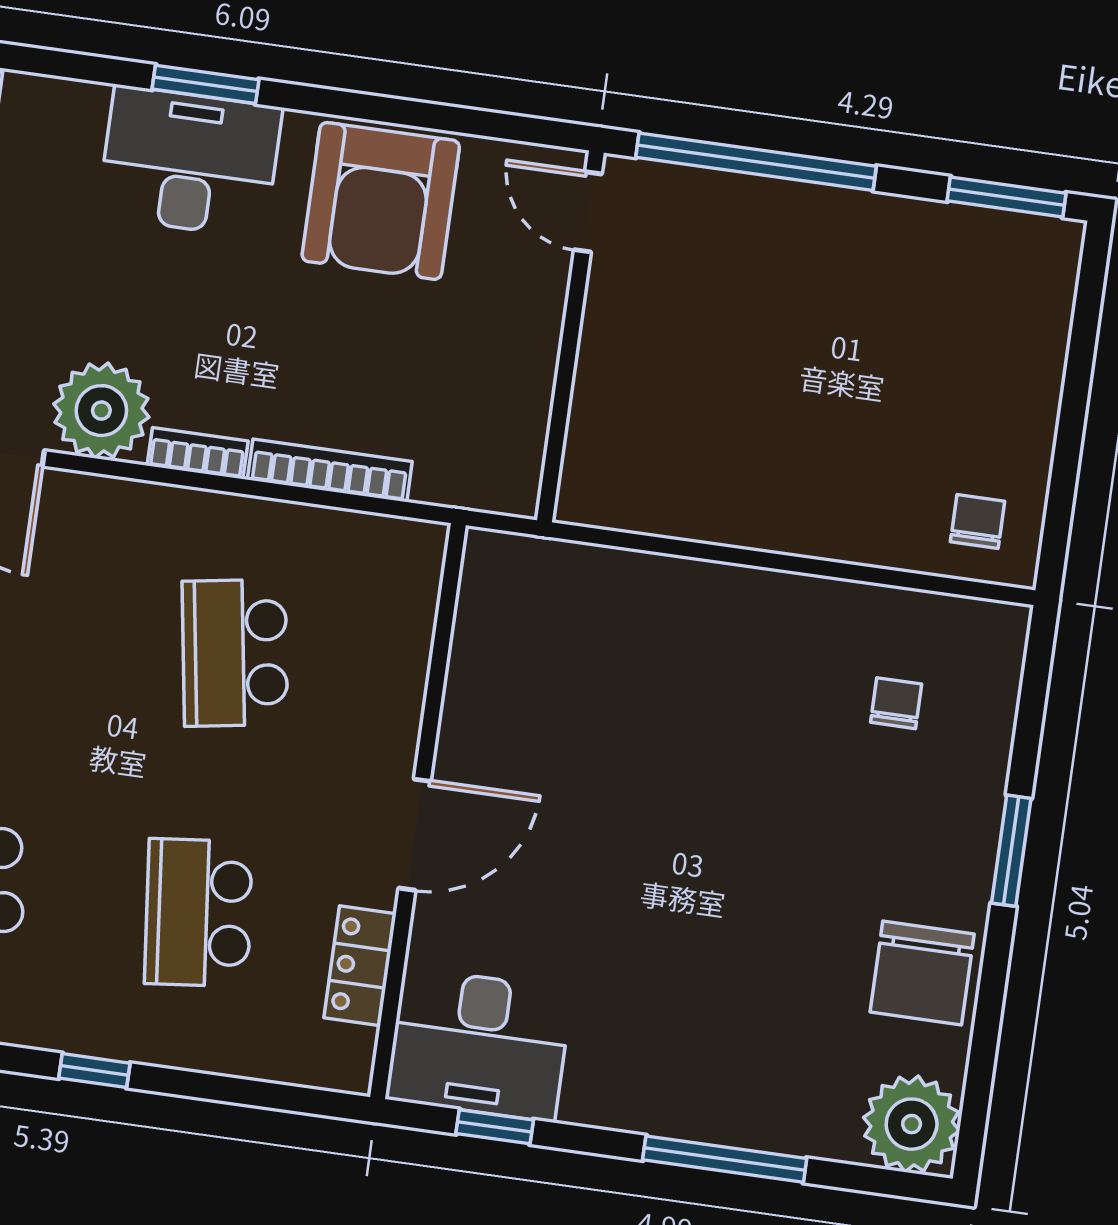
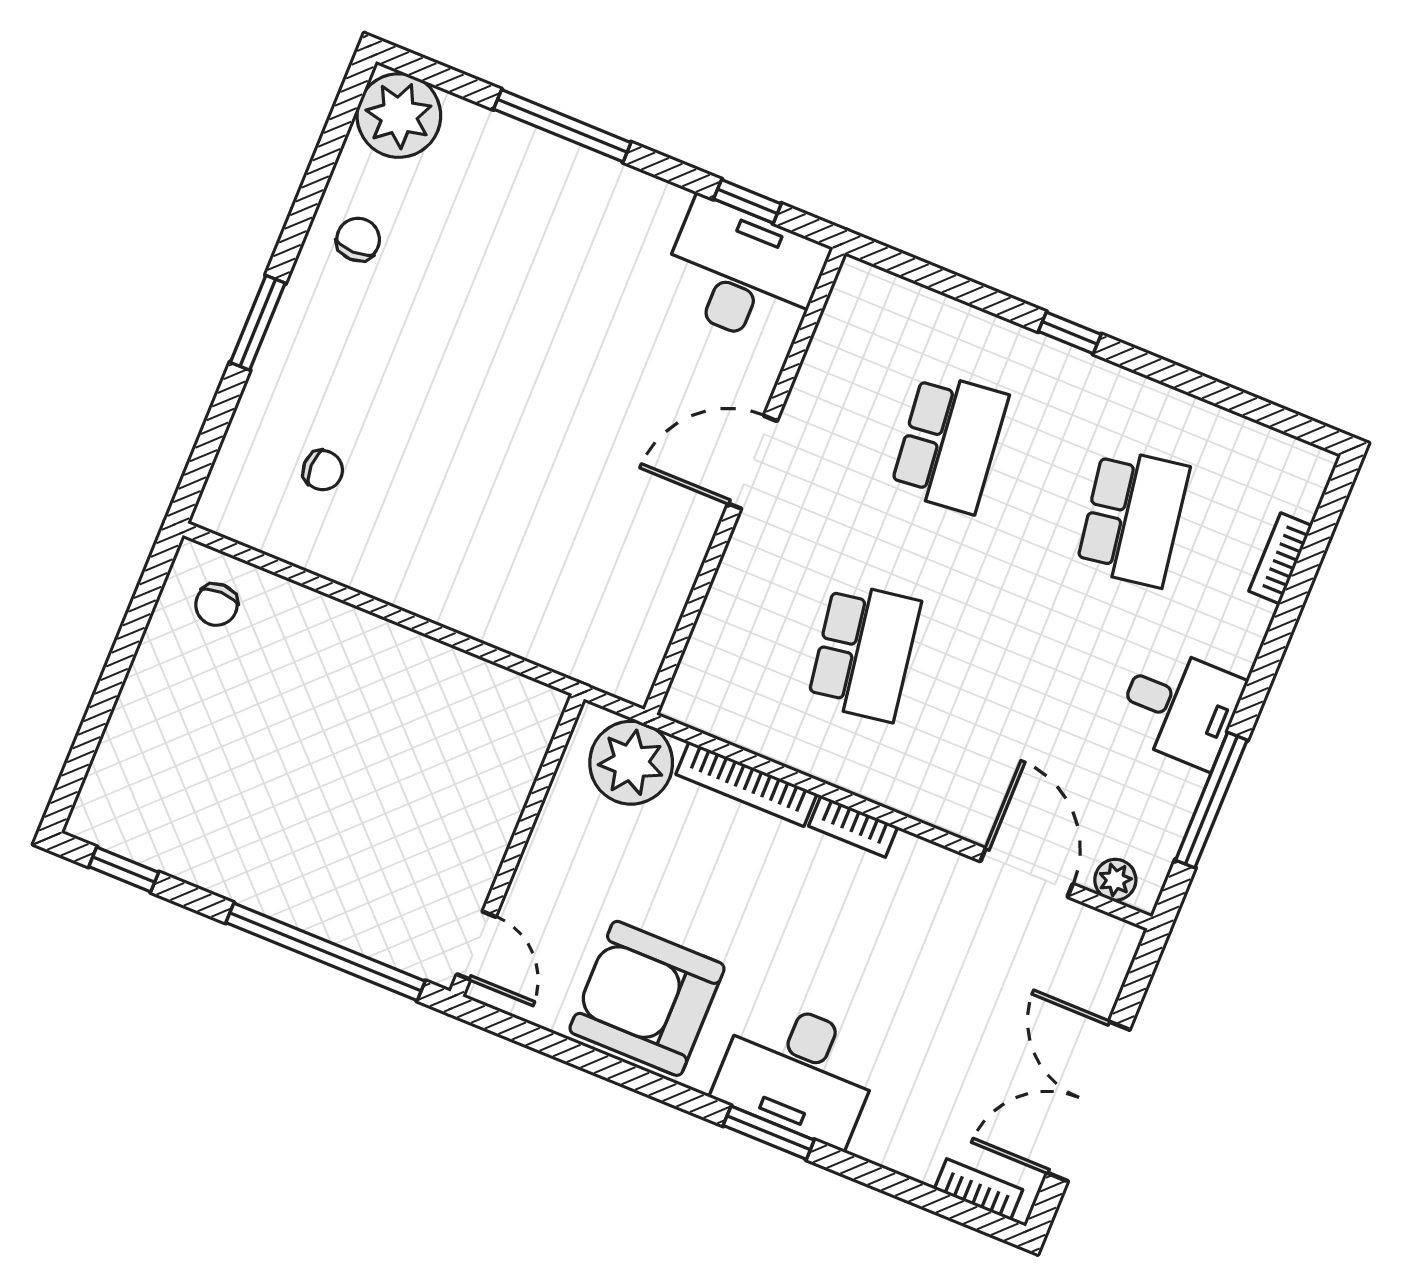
window: (1007, 197) -> (124, 870), width x0.67
armchair: (381, 201) -> (647, 998), turned -90
plant: (101, 411) -> (631, 763), moved
chair: (896, 703) -> (323, 470), turned -90
locker: (360, 966) -> (826, 364), removed
chair: (922, 973) -> (358, 239), width x0.54, depth x0.54

